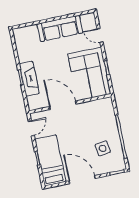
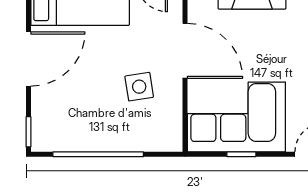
door: (63, 105) -> (185, 51), hinge flipped
side table: (103, 148) -> (139, 87), moved

